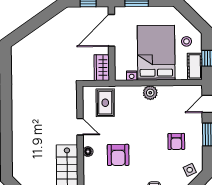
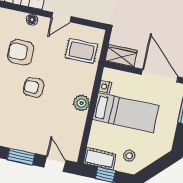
bed: (156, 53) -> (126, 113), width x0.67
armchair: (176, 141) -> (34, 87), moved

